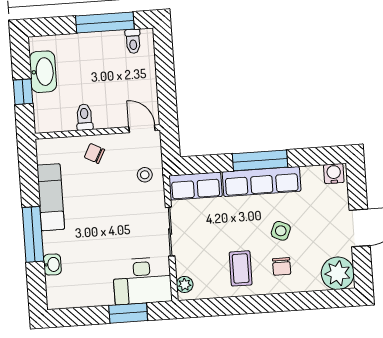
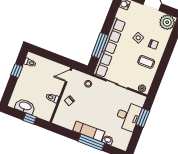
window: (105, 22) -> (17, 71), width x0.46
window: (260, 160) -> (100, 45), moved
exam couch: (51, 197) -> (89, 131), moved
desk: (142, 281) -> (128, 116), moved

